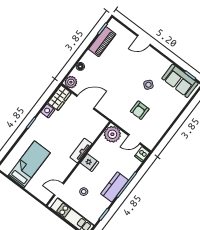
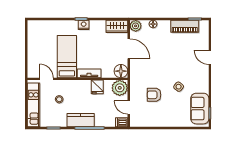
nightstand: (48, 111) -> (84, 25), moved
floor lamp: (99, 123) -> (121, 71), added
fridge: (90, 163) -> (97, 87), moved
bed: (29, 164) -> (67, 57), moved, turned -90

